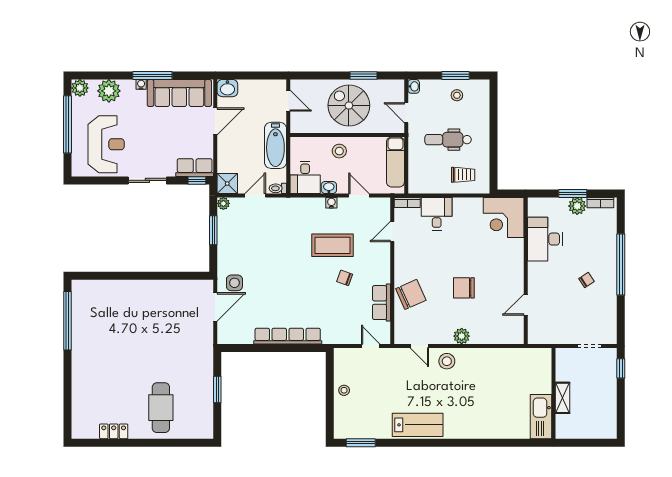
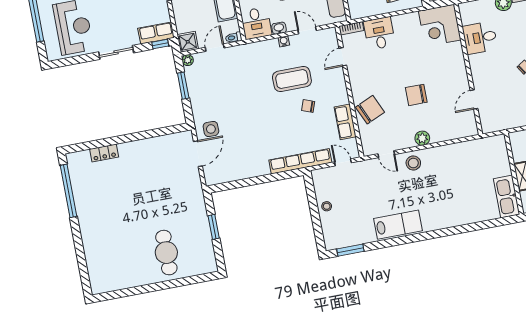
desk: (545, 239) -> (480, 38), width x0.73
row of seats: (288, 336) -> (300, 161), moved
locker: (114, 431) -> (104, 153), moved, turned 180

